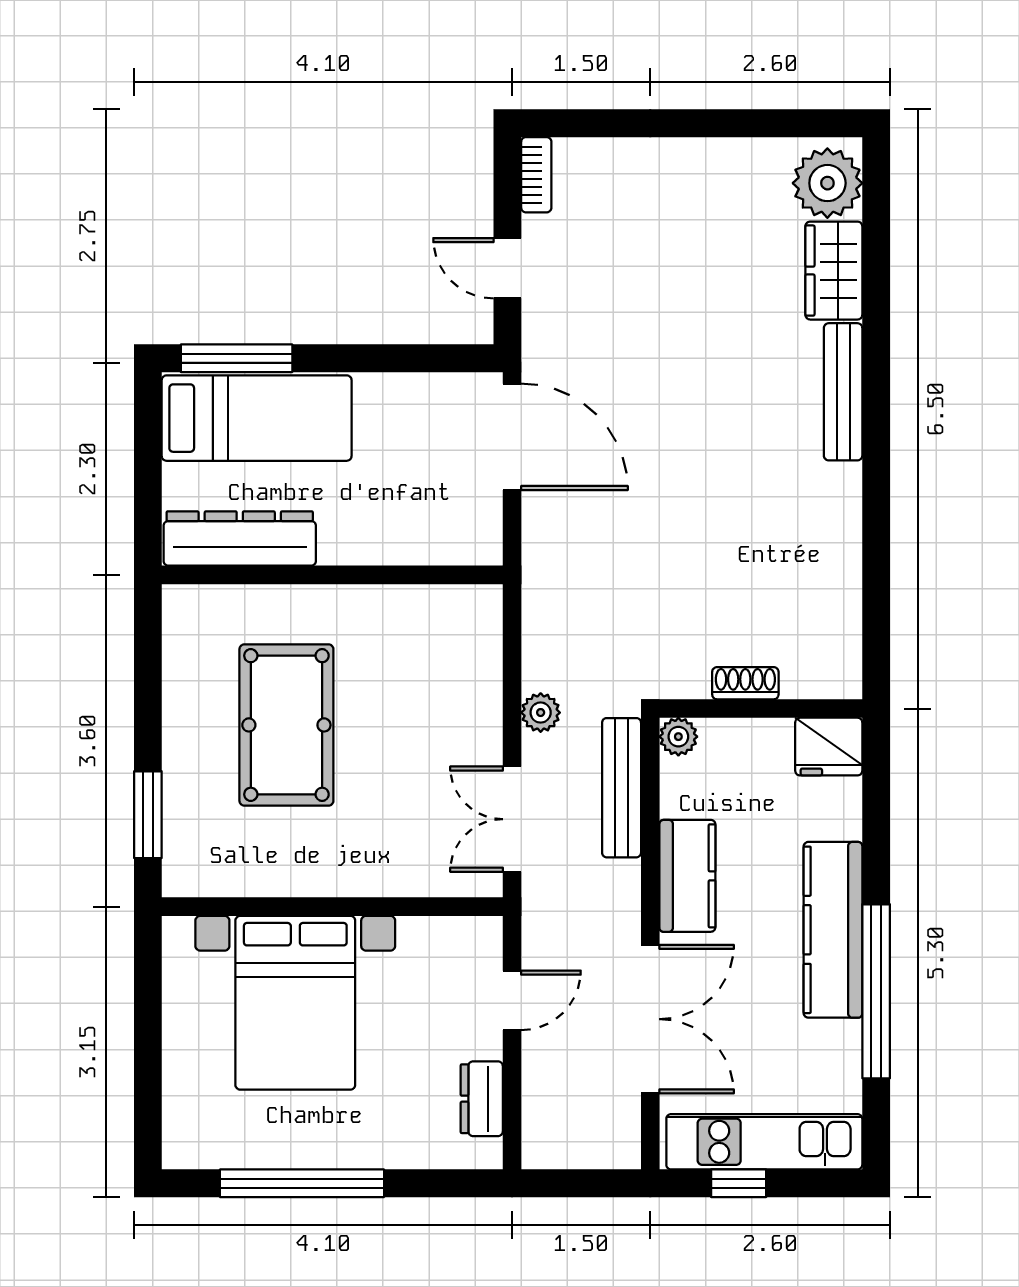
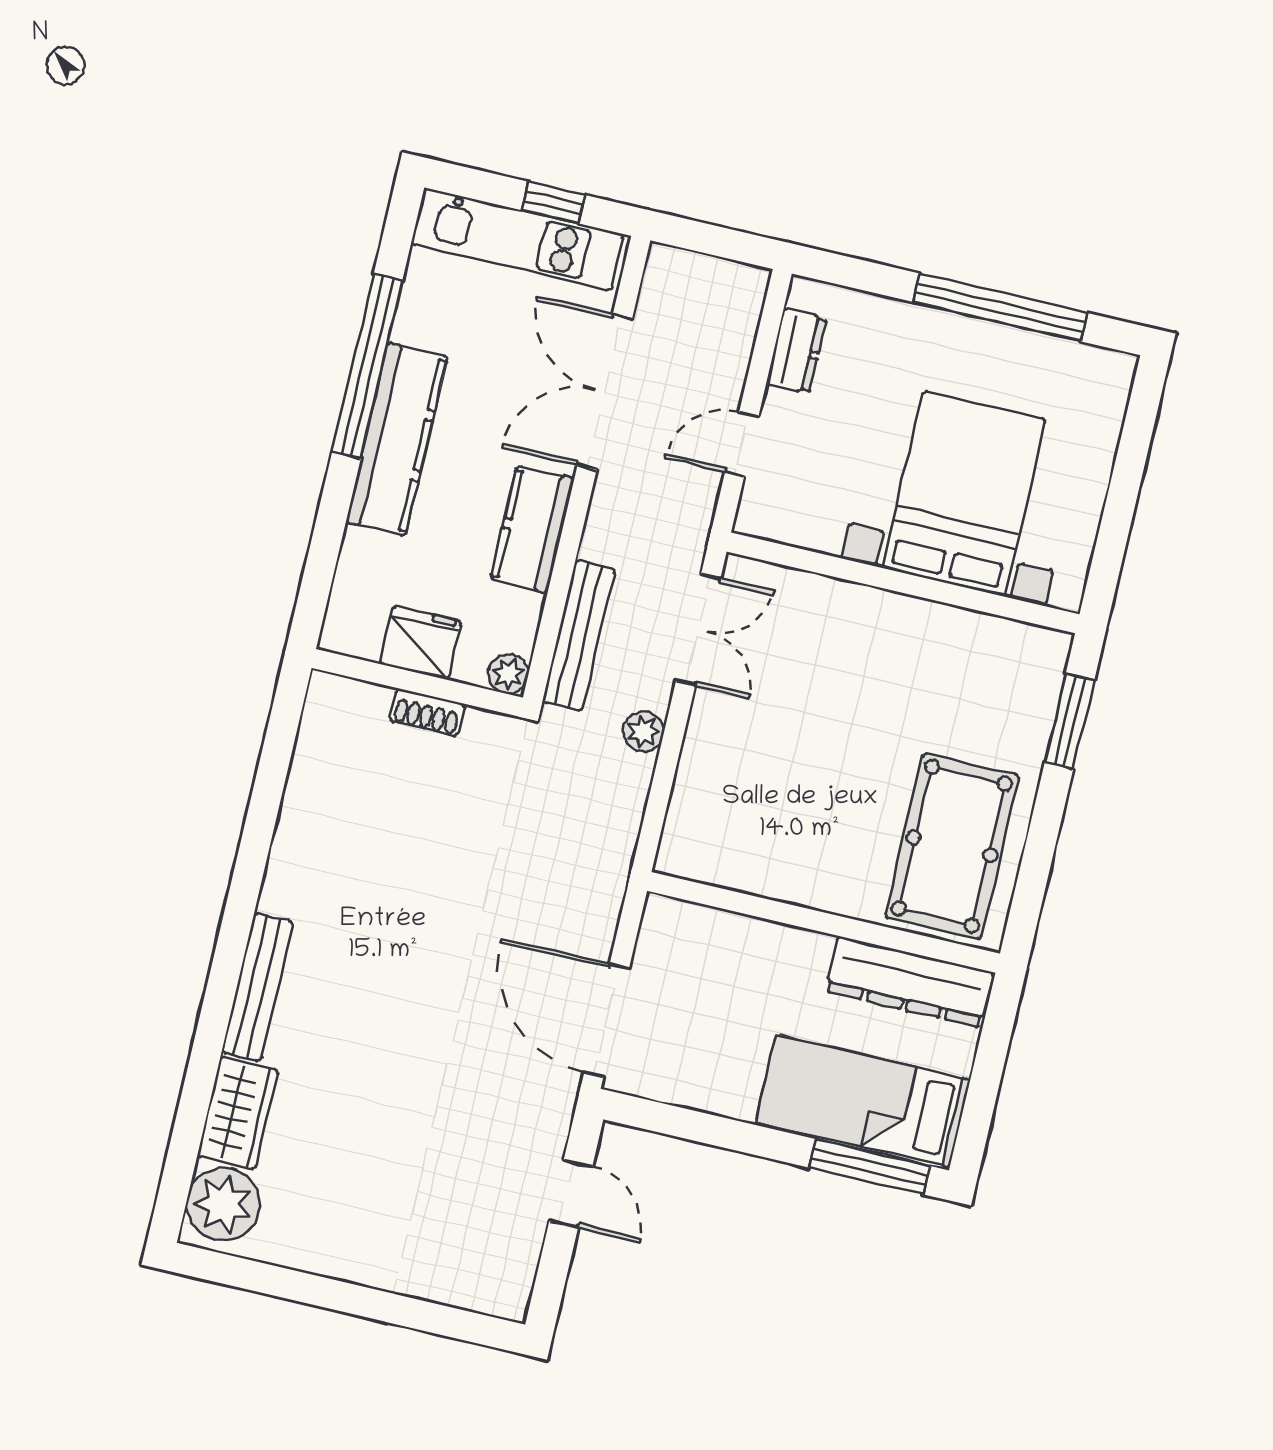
bookcase: (536, 175) -> (519, 1283), removed
pool table: (286, 725) -> (952, 846), moved
fridge: (829, 747) -> (420, 643), moved

